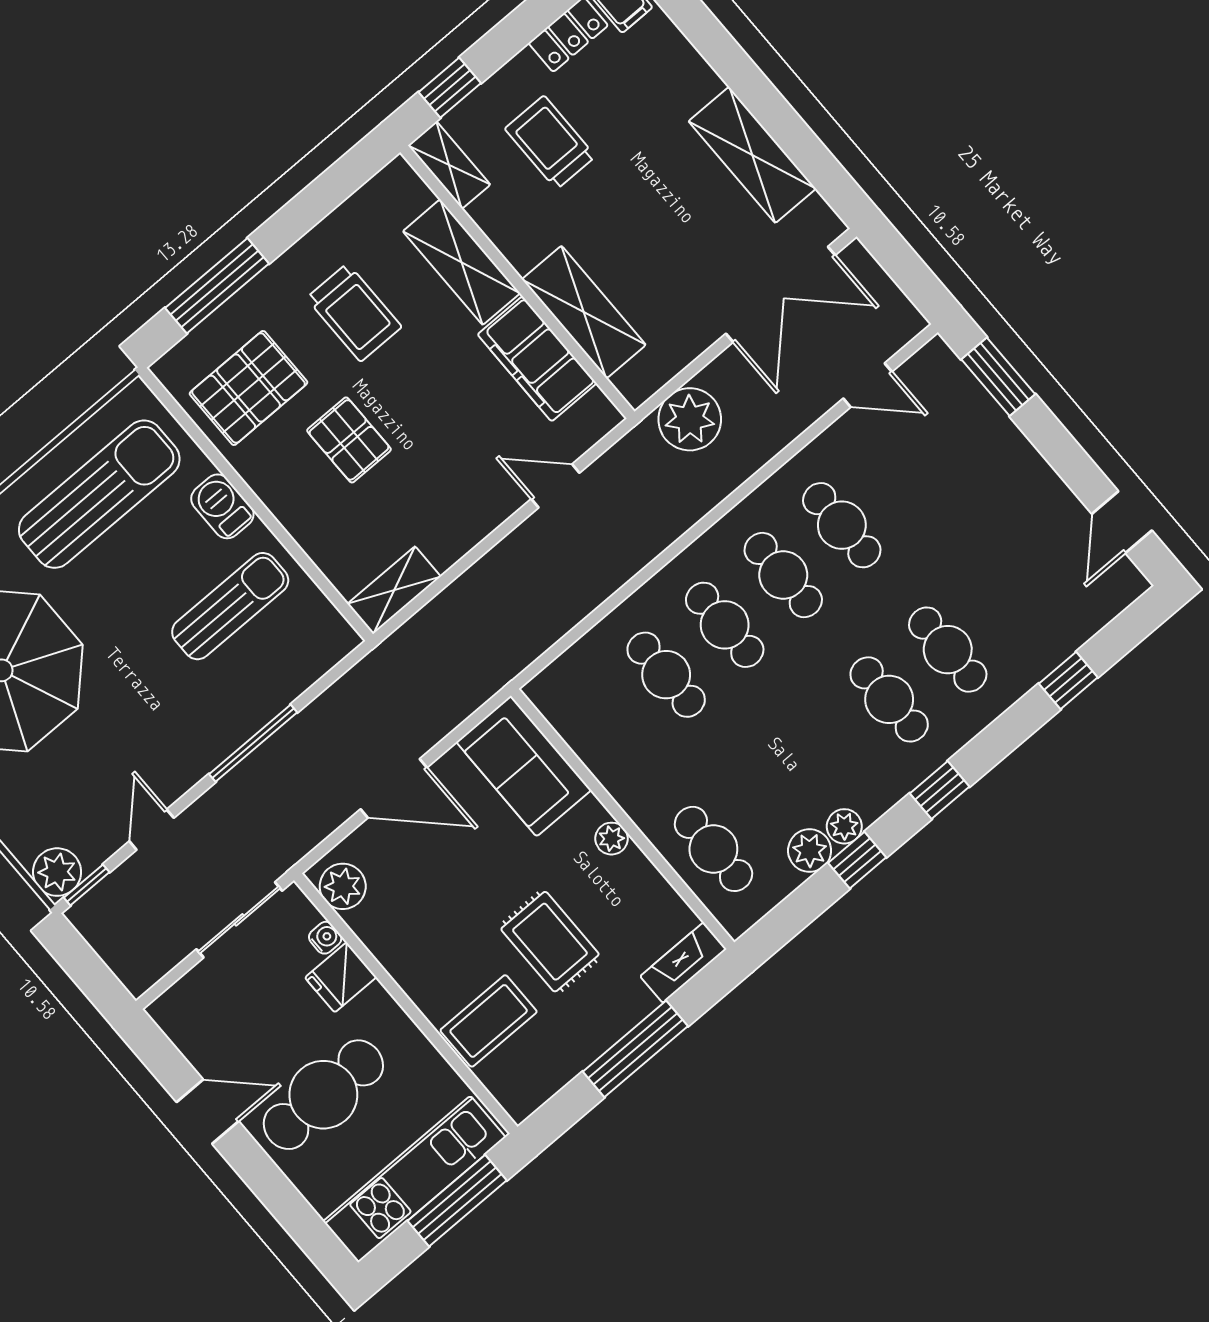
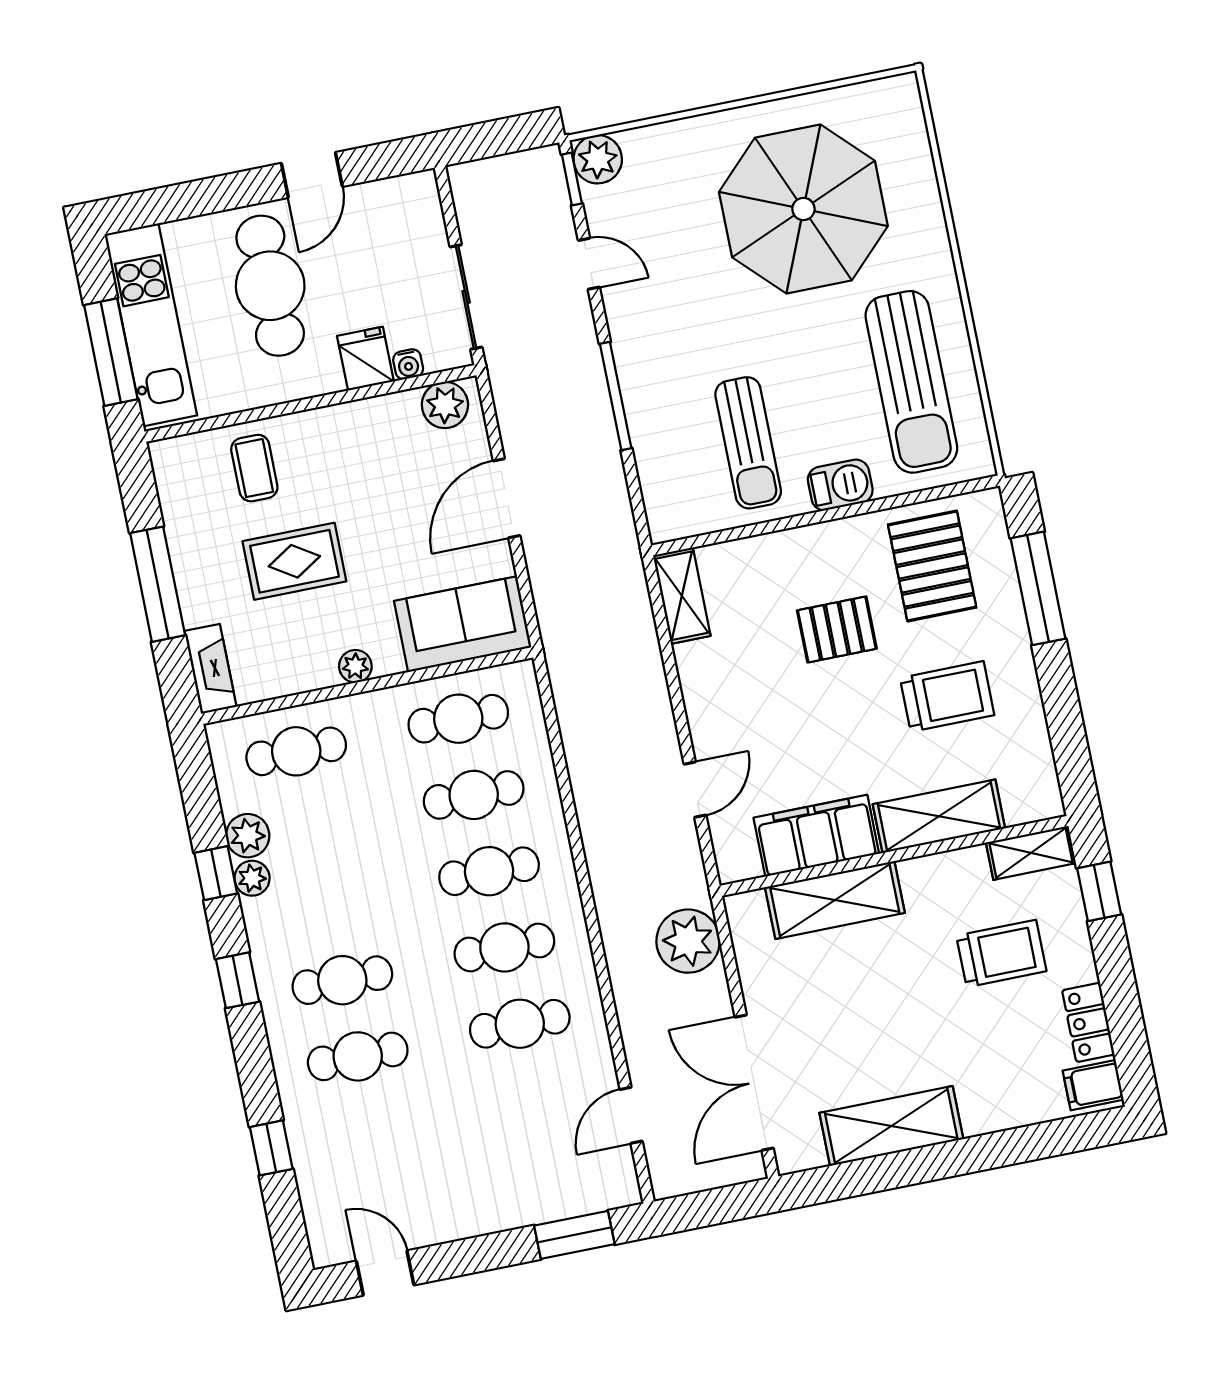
trolley: (354, 312) -> (947, 696), turned 180
cafe table: (608, 725) -> (458, 719), added
coffee table: (489, 1021) -> (254, 468), width x0.73, depth x0.77

